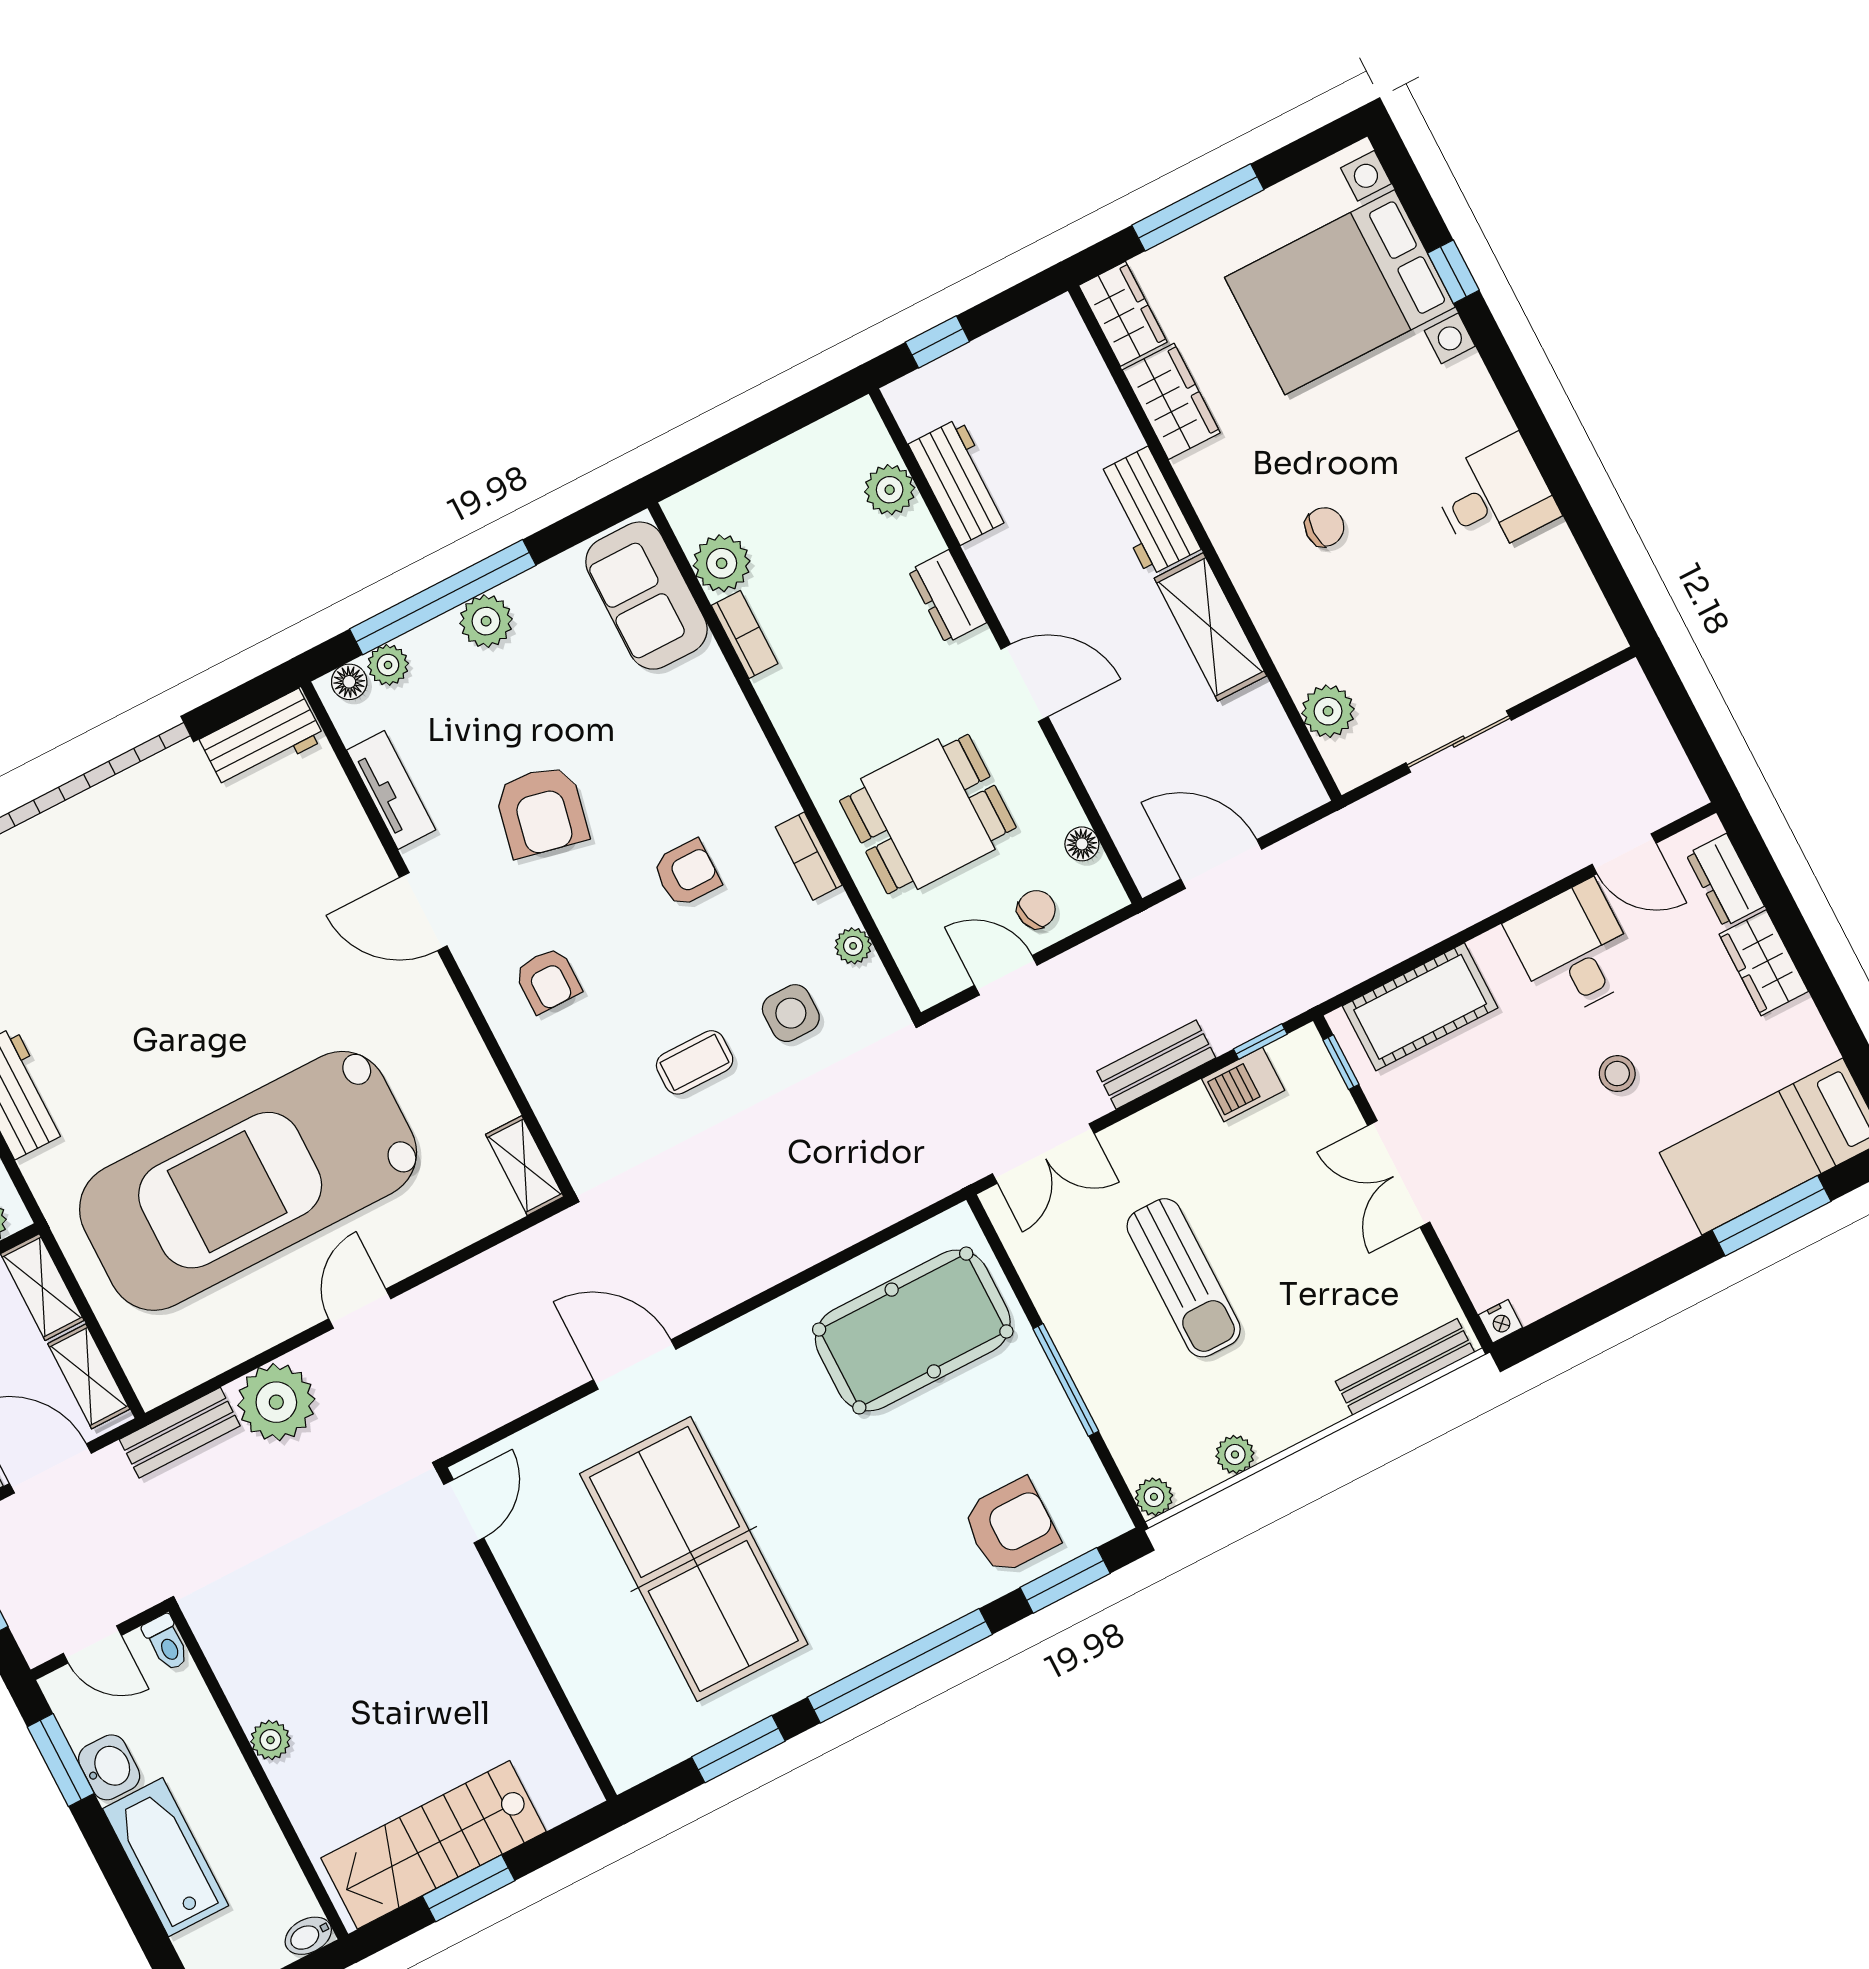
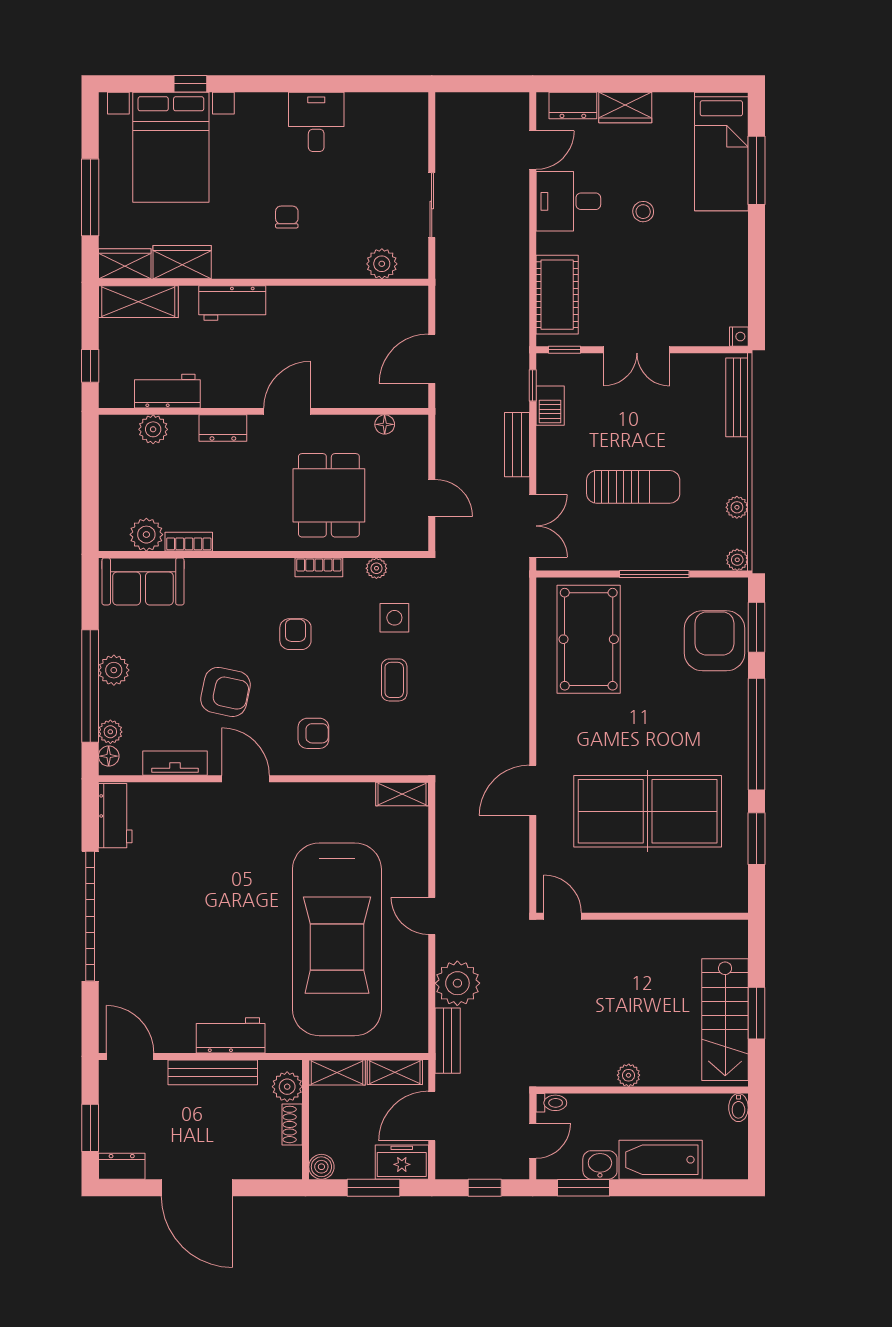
shelving: (1210, 627) -> (138, 302), moved
chair: (1036, 909) -> (406, 465), removed
door: (423, 912) -> (246, 779), swing flipped
door: (1006, 975) -> (432, 498), swing flipped
armchair: (1011, 1526) -> (714, 641), width x1.36, depth x1.36

